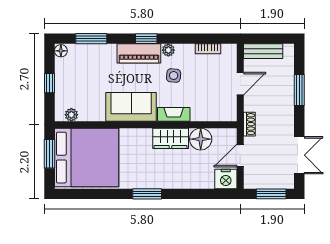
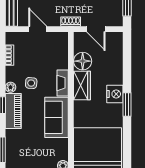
nightstand: (226, 179) -> (115, 94), moved

